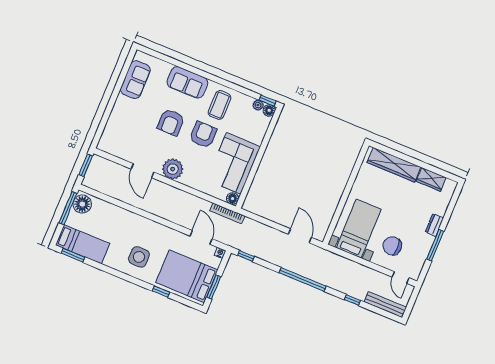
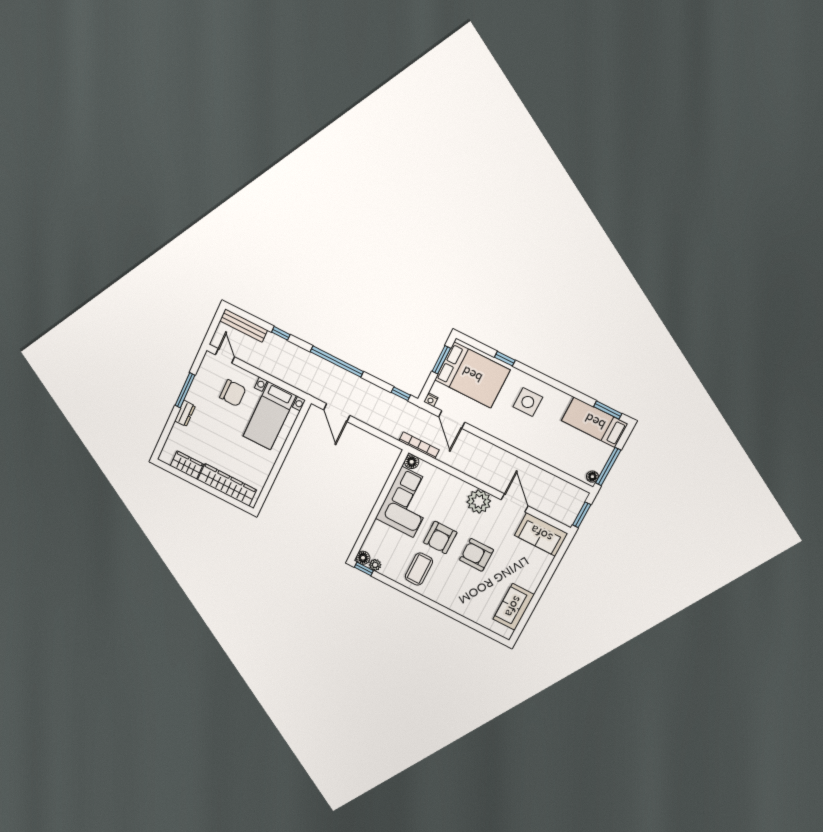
sofa: (187, 82) -> (541, 534), moved, turned 180
armchair: (171, 122) -> (477, 555), turned -90
floor lamp: (82, 204) -> (592, 477), width x0.53, depth x0.53

